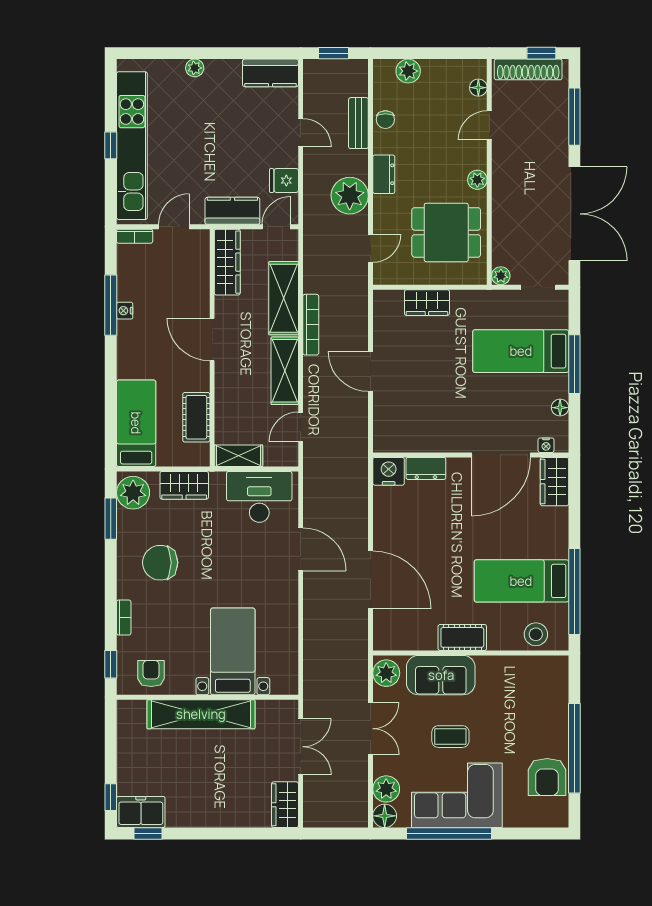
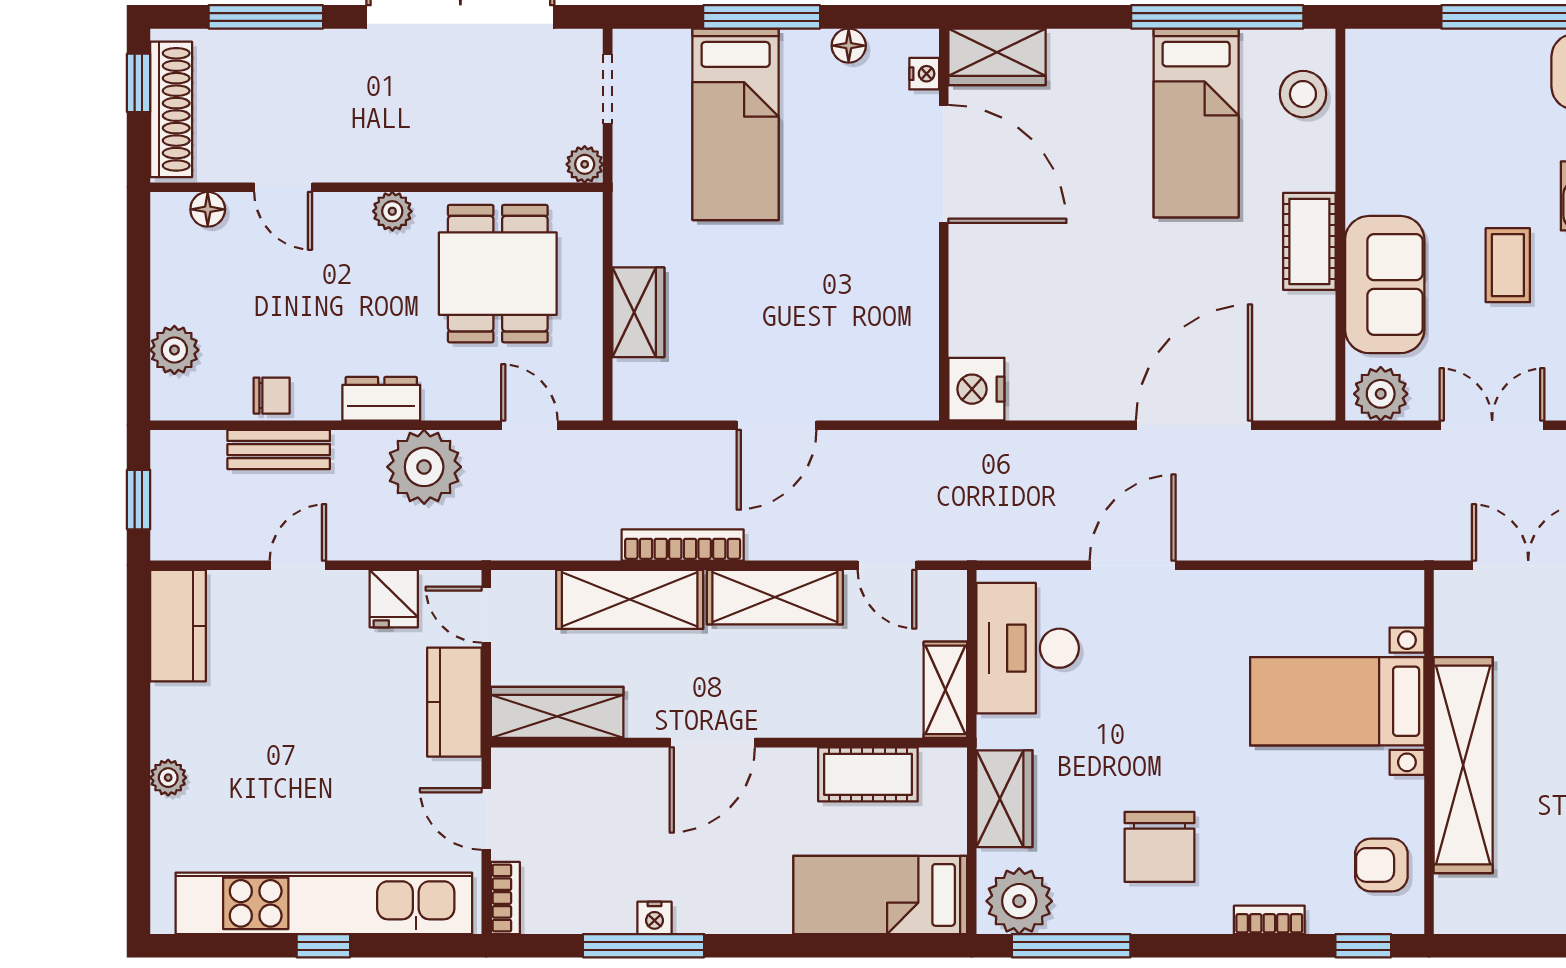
dresser: (426, 468) -> (971, 314), removed
window: (111, 519) -> (1071, 946), width x1.44

